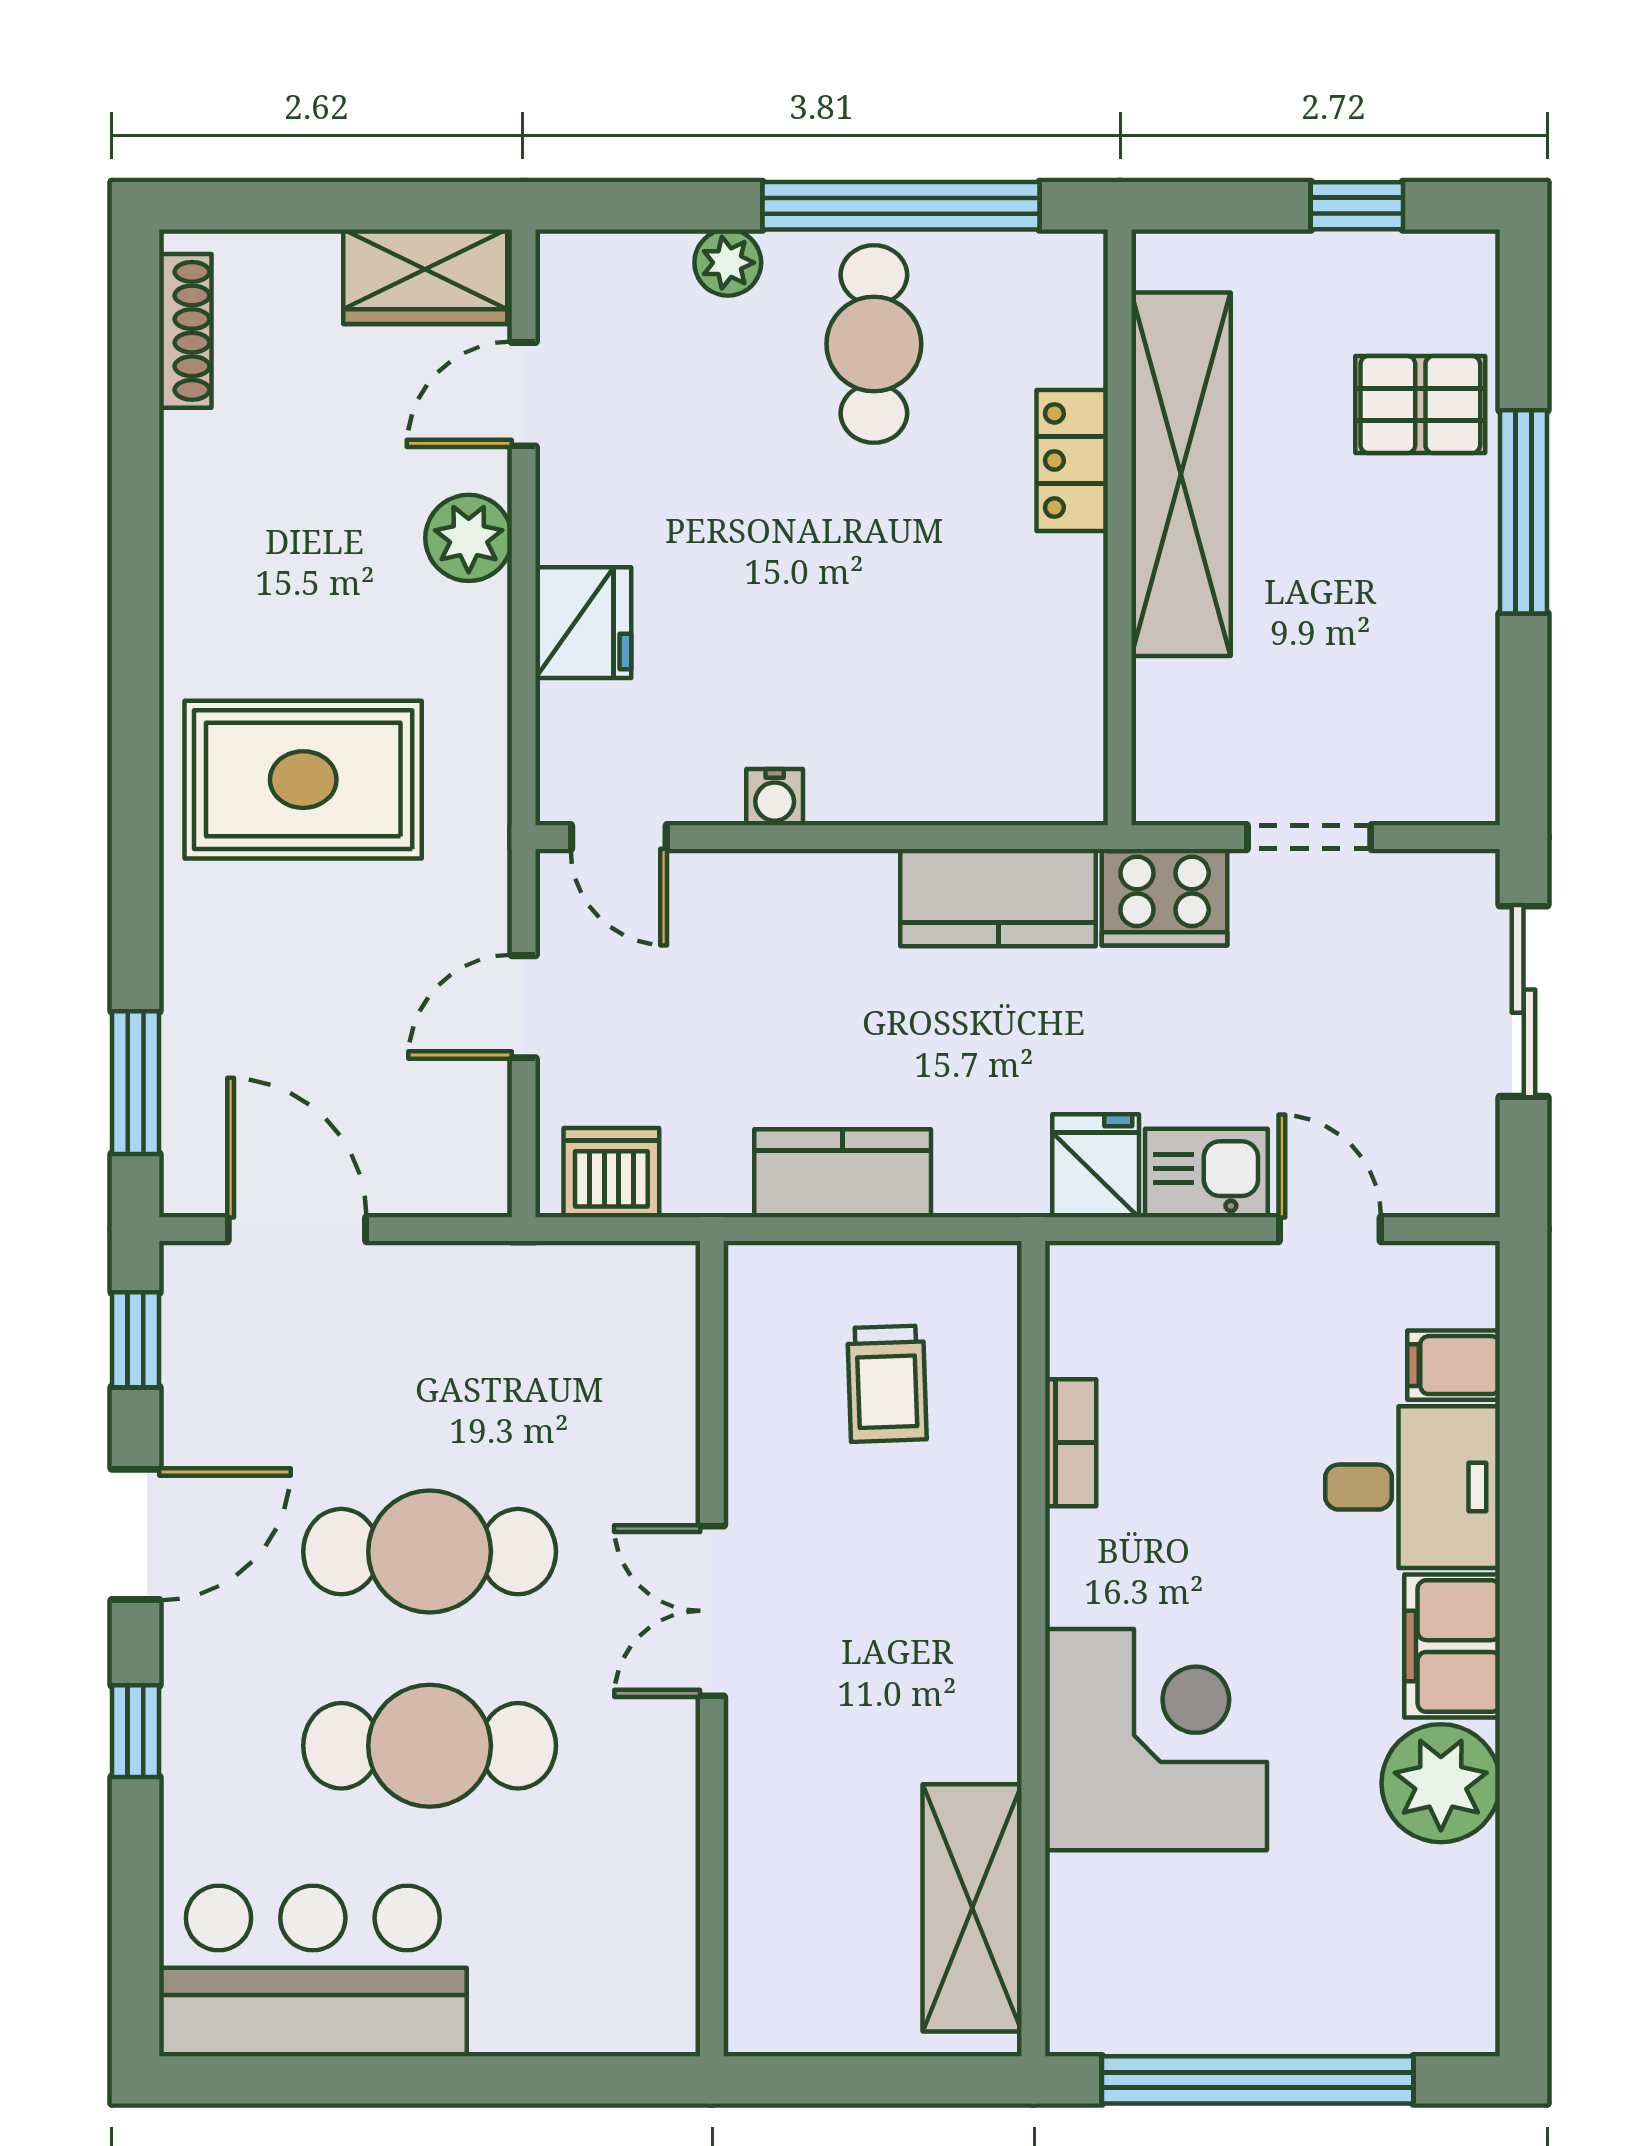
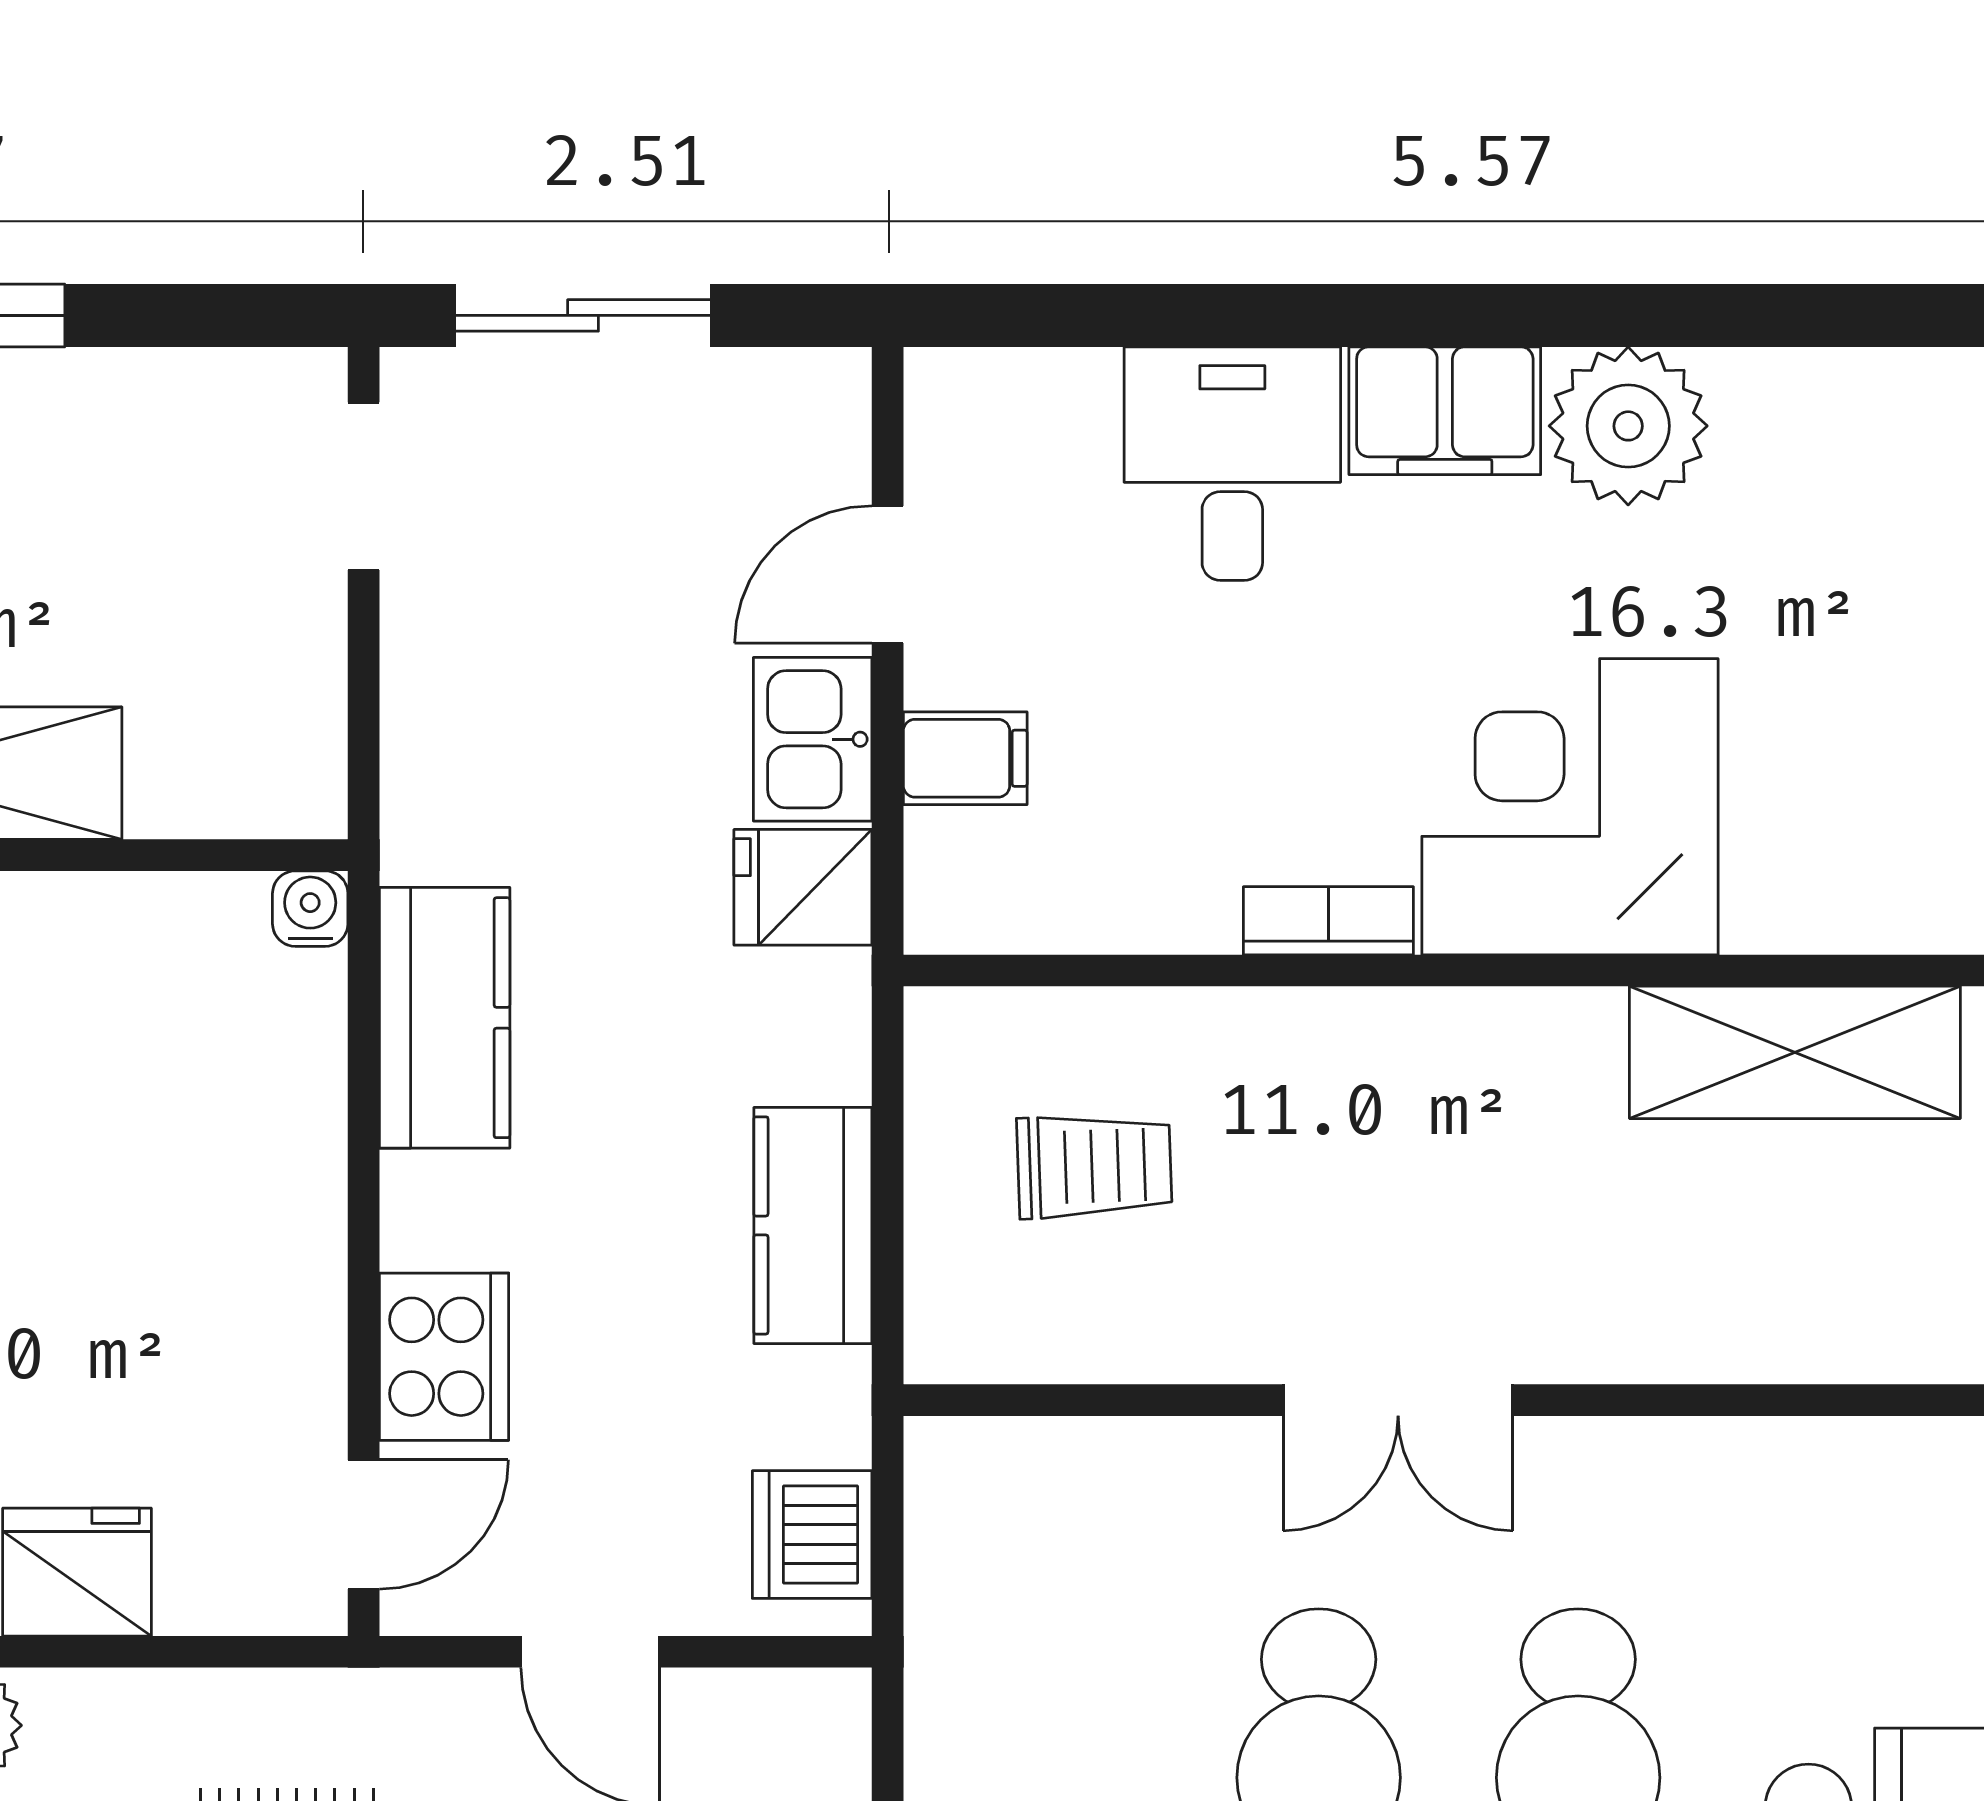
water cooler: (775, 797) -> (310, 909), moved, turned -90
doorway: (1309, 837) -> (364, 486), moved
cooker: (1165, 897) -> (444, 1357), moved
filing cabinet: (1454, 1365) -> (965, 758), moved, turned -90
bookcase: (1071, 1443) -> (1328, 921), moved

